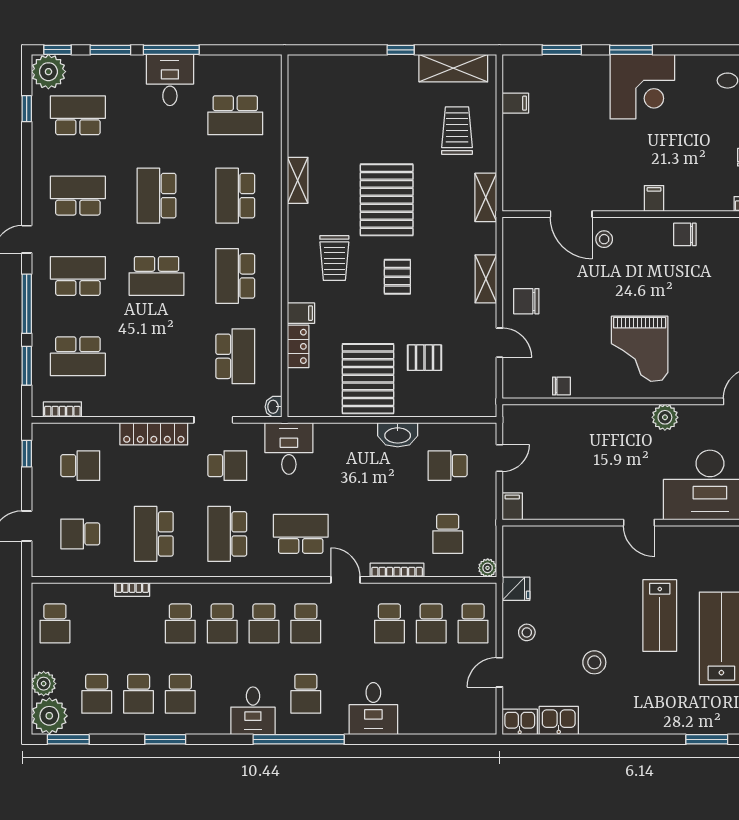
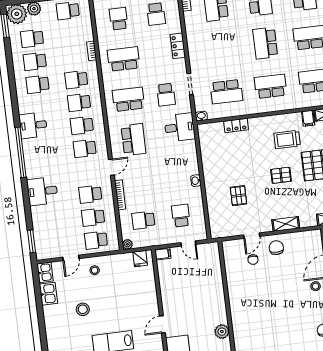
filing cabinet: (301, 313) -> (308, 118), moved
grand piano: (640, 349) -> (258, 313), removed
pallet: (368, 379) -> (223, 166), removed
chair: (561, 386) -> (253, 260), moved
locker: (154, 434) -> (178, 46), width x0.66
washbasin: (398, 435) -> (196, 181), width x0.52, depth x0.69
fridge: (516, 589) -> (140, 259), moved
door: (499, 672) -> (71, 258), swing flipped
school desk: (306, 694) -> (46, 153), removed
window: (165, 739) -> (32, 241), moved

